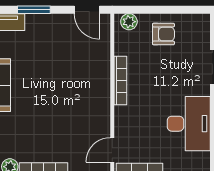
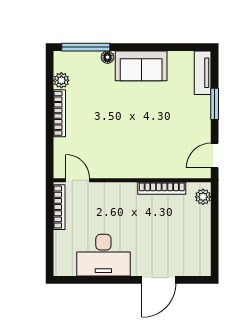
armchair: (163, 34) -> (191, 230), removed
bookcase: (120, 80) -> (162, 188), moved

